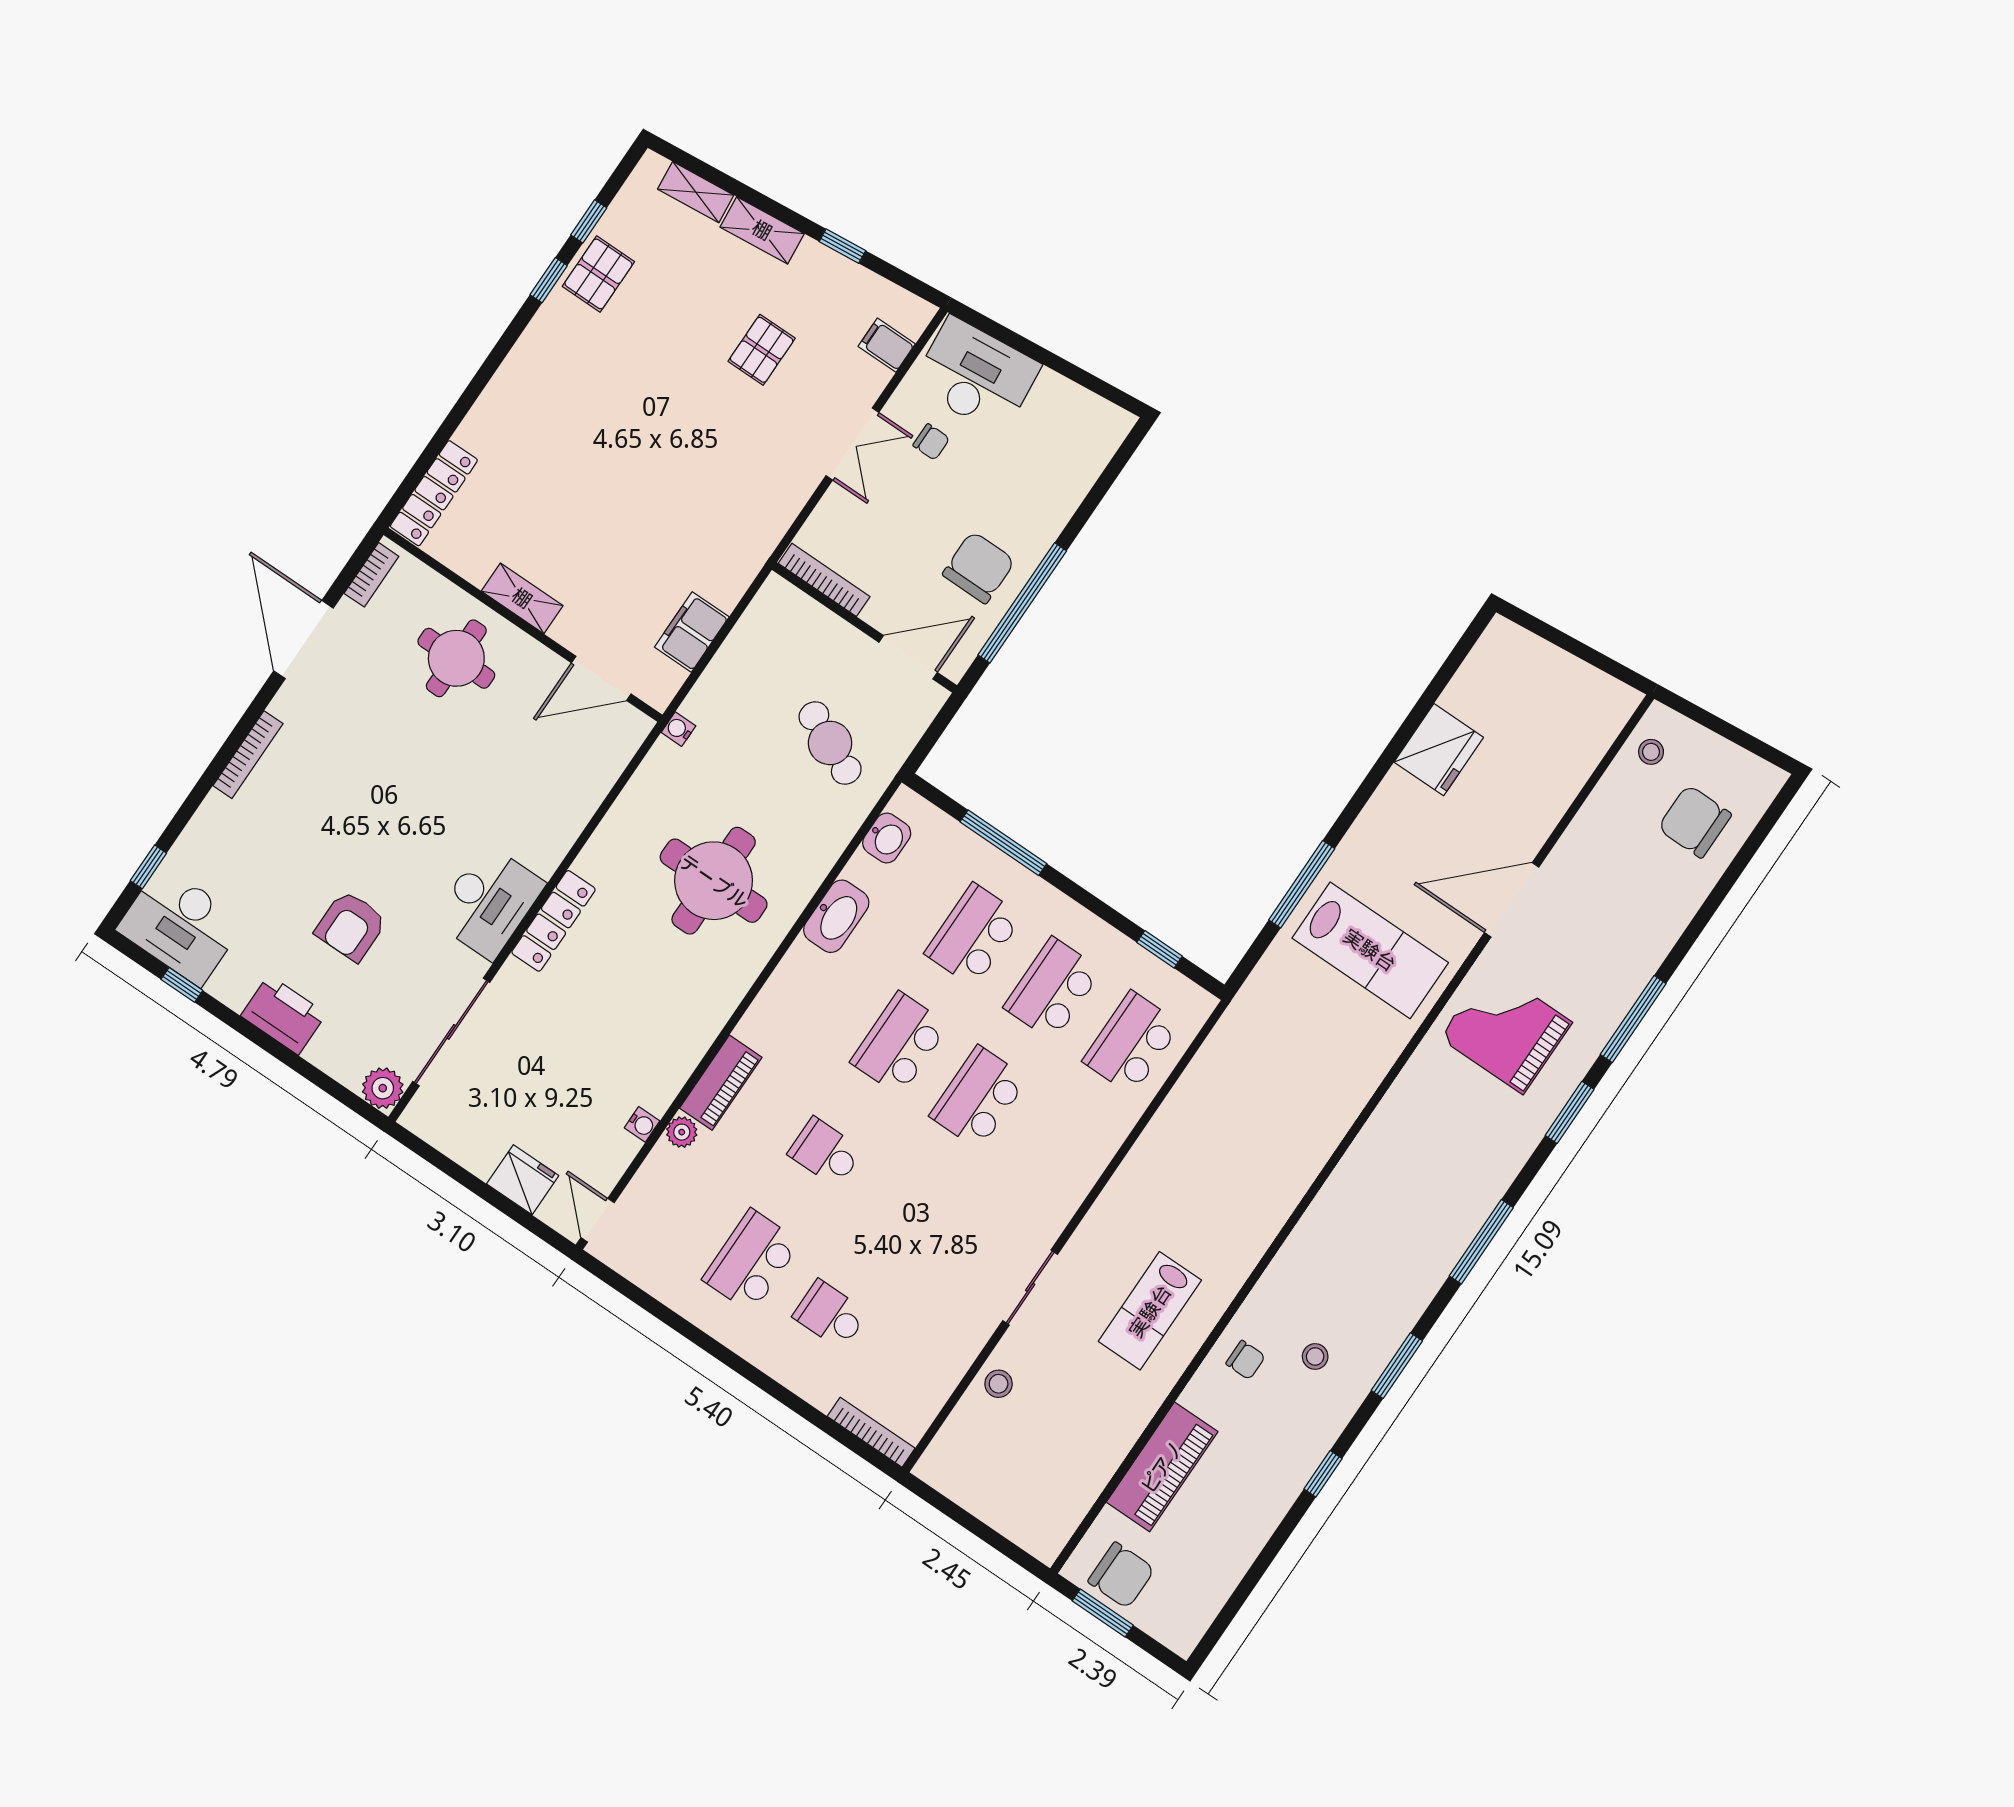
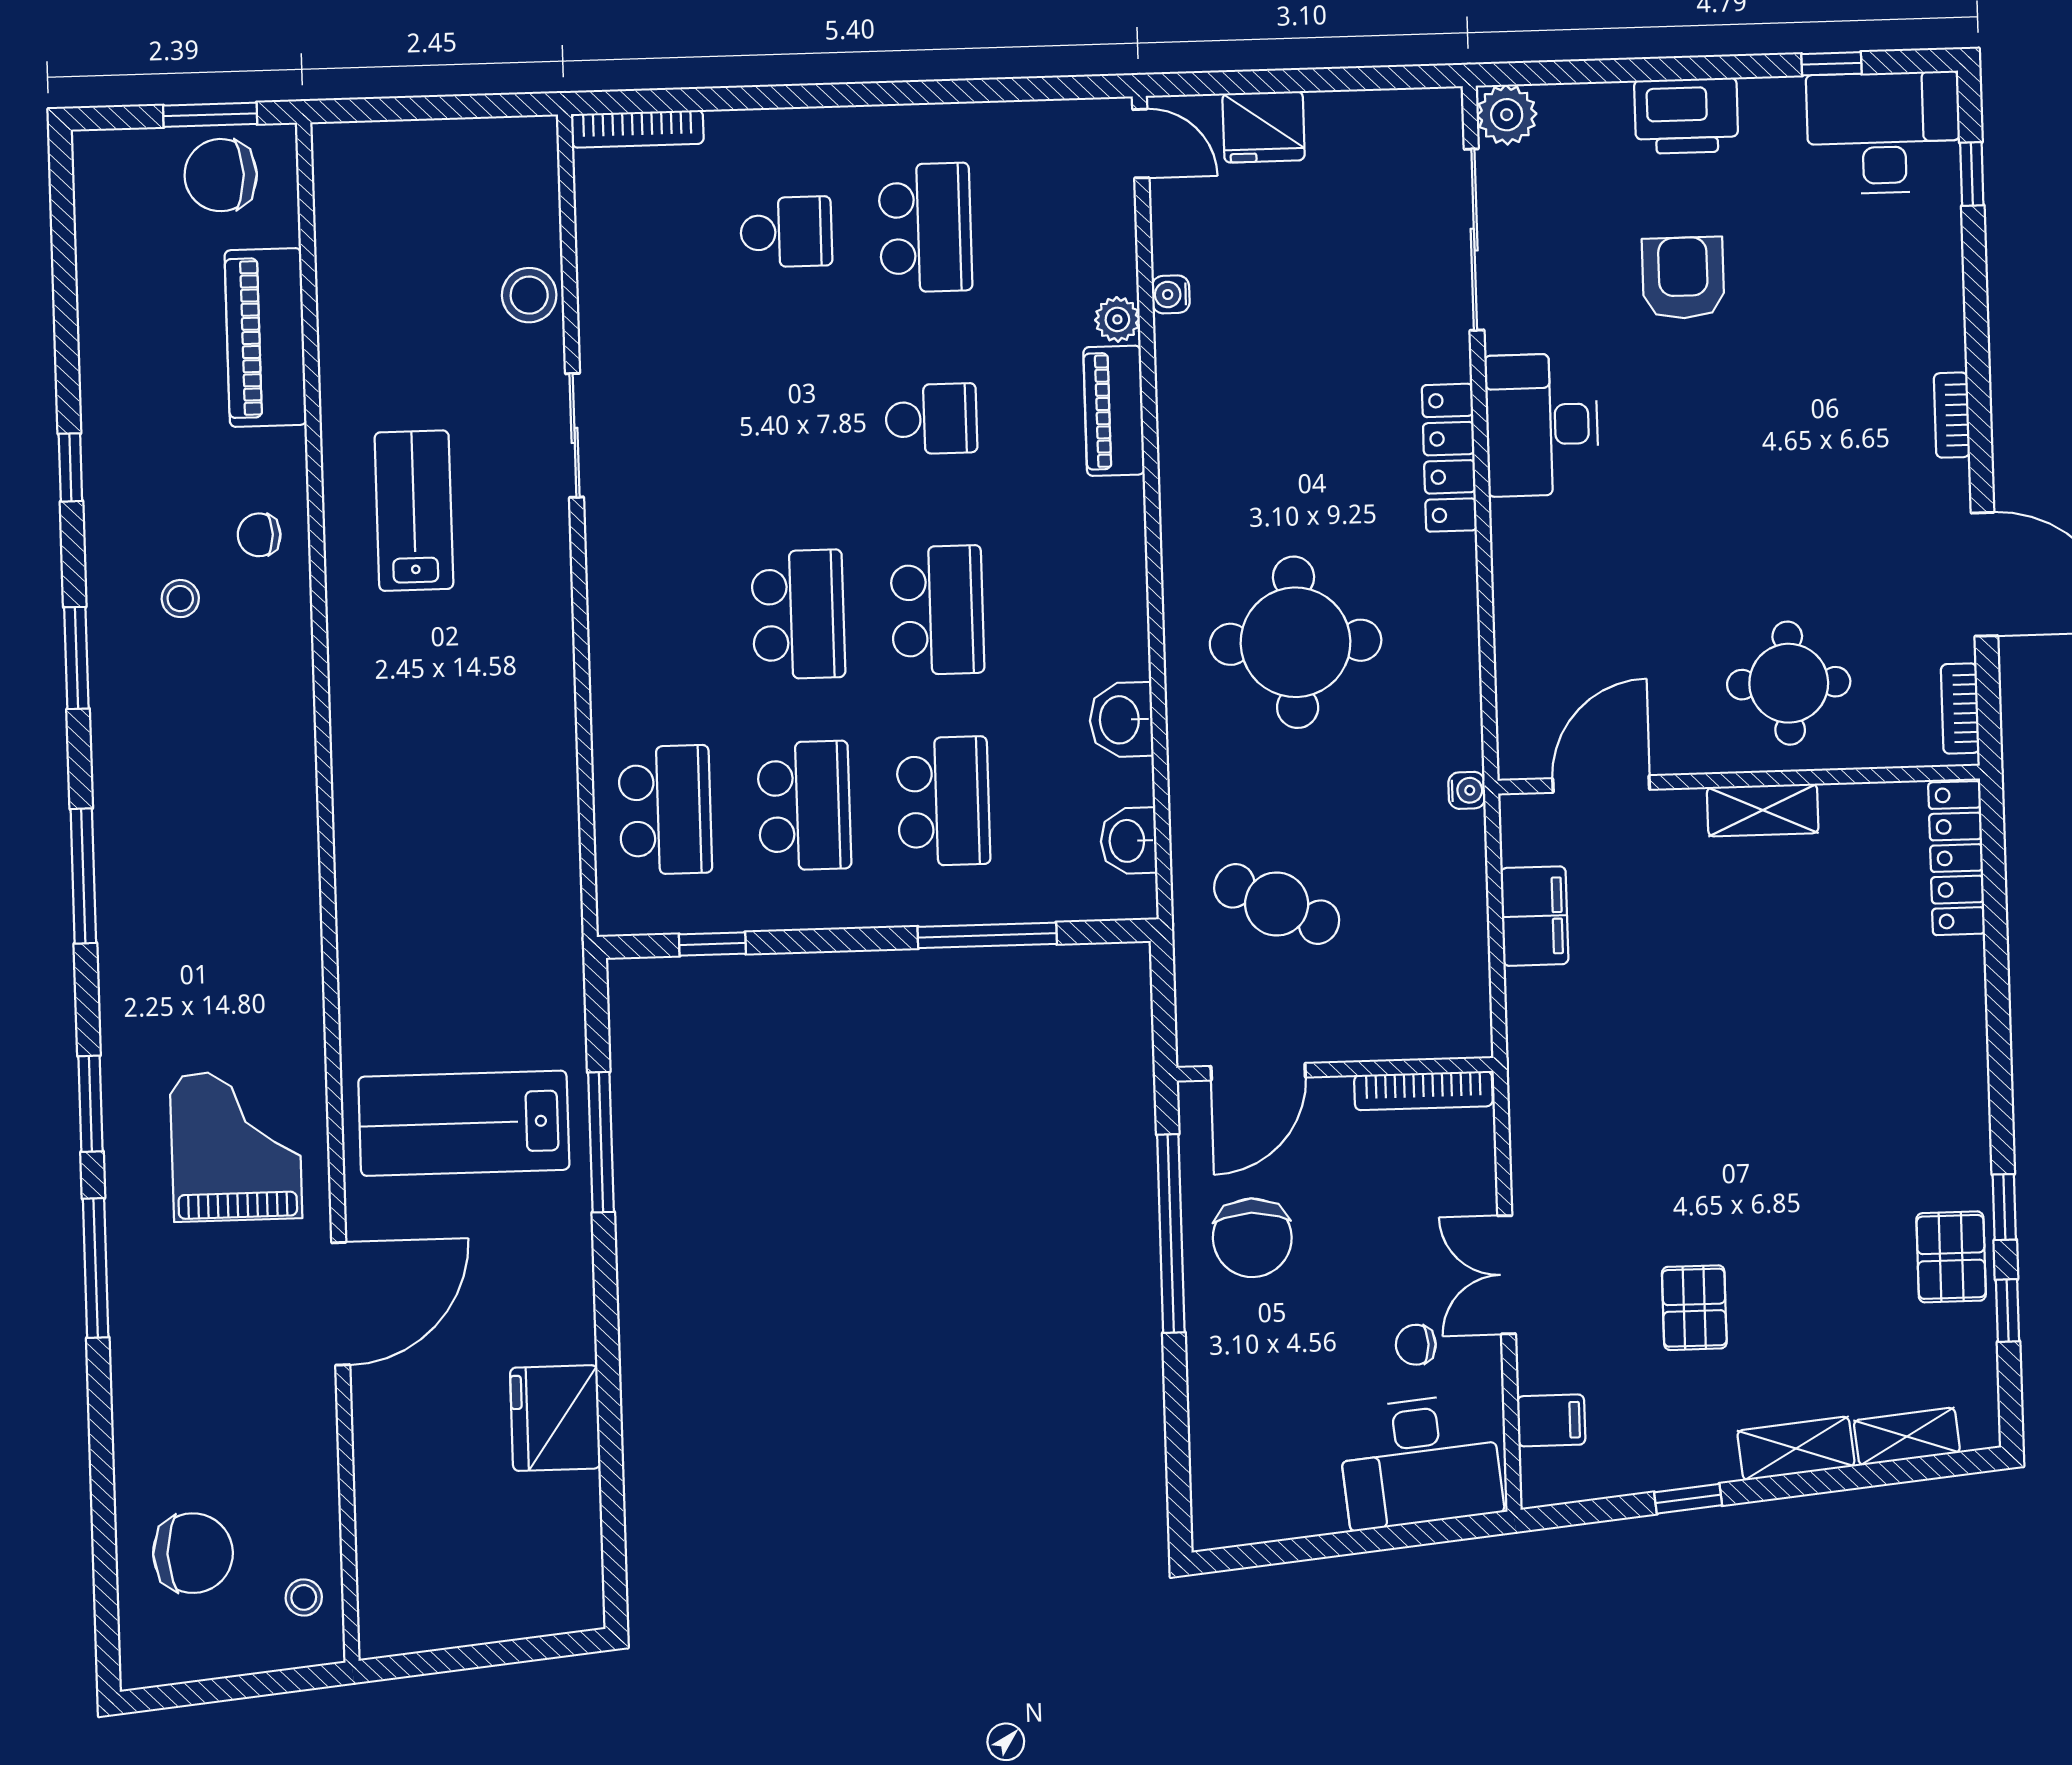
bookcase: (248, 755) -> (1952, 415), width x0.64
washbasin: (836, 916) -> (1121, 720), width x0.72
grand piano: (1506, 1030) -> (236, 1146), turned -90
stool: (999, 1384) -> (529, 295), width x1.37, depth x1.37

